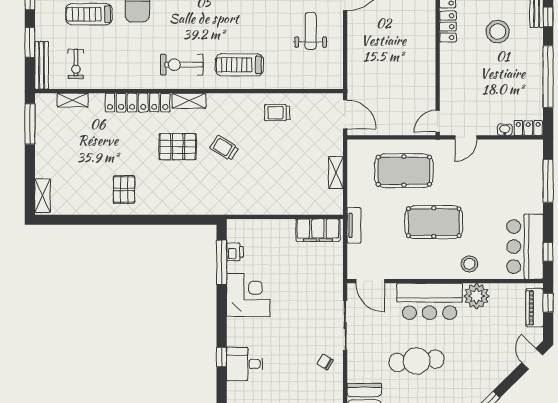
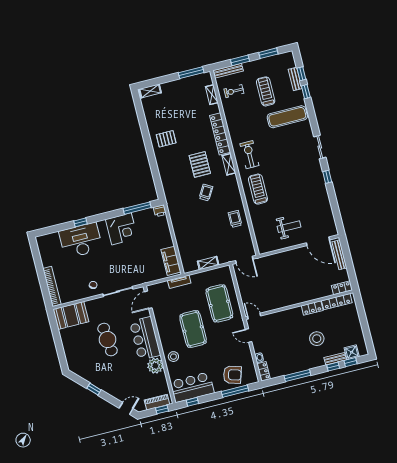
window: (548, 77) -> (297, 376), width x0.68
door: (345, 114) -> (244, 260), hinge flipped
armchair: (521, 178) -> (232, 375), added
printer: (235, 252) -> (160, 211), moved
desk: (245, 364) -> (81, 240), width x1.87, depth x1.30

